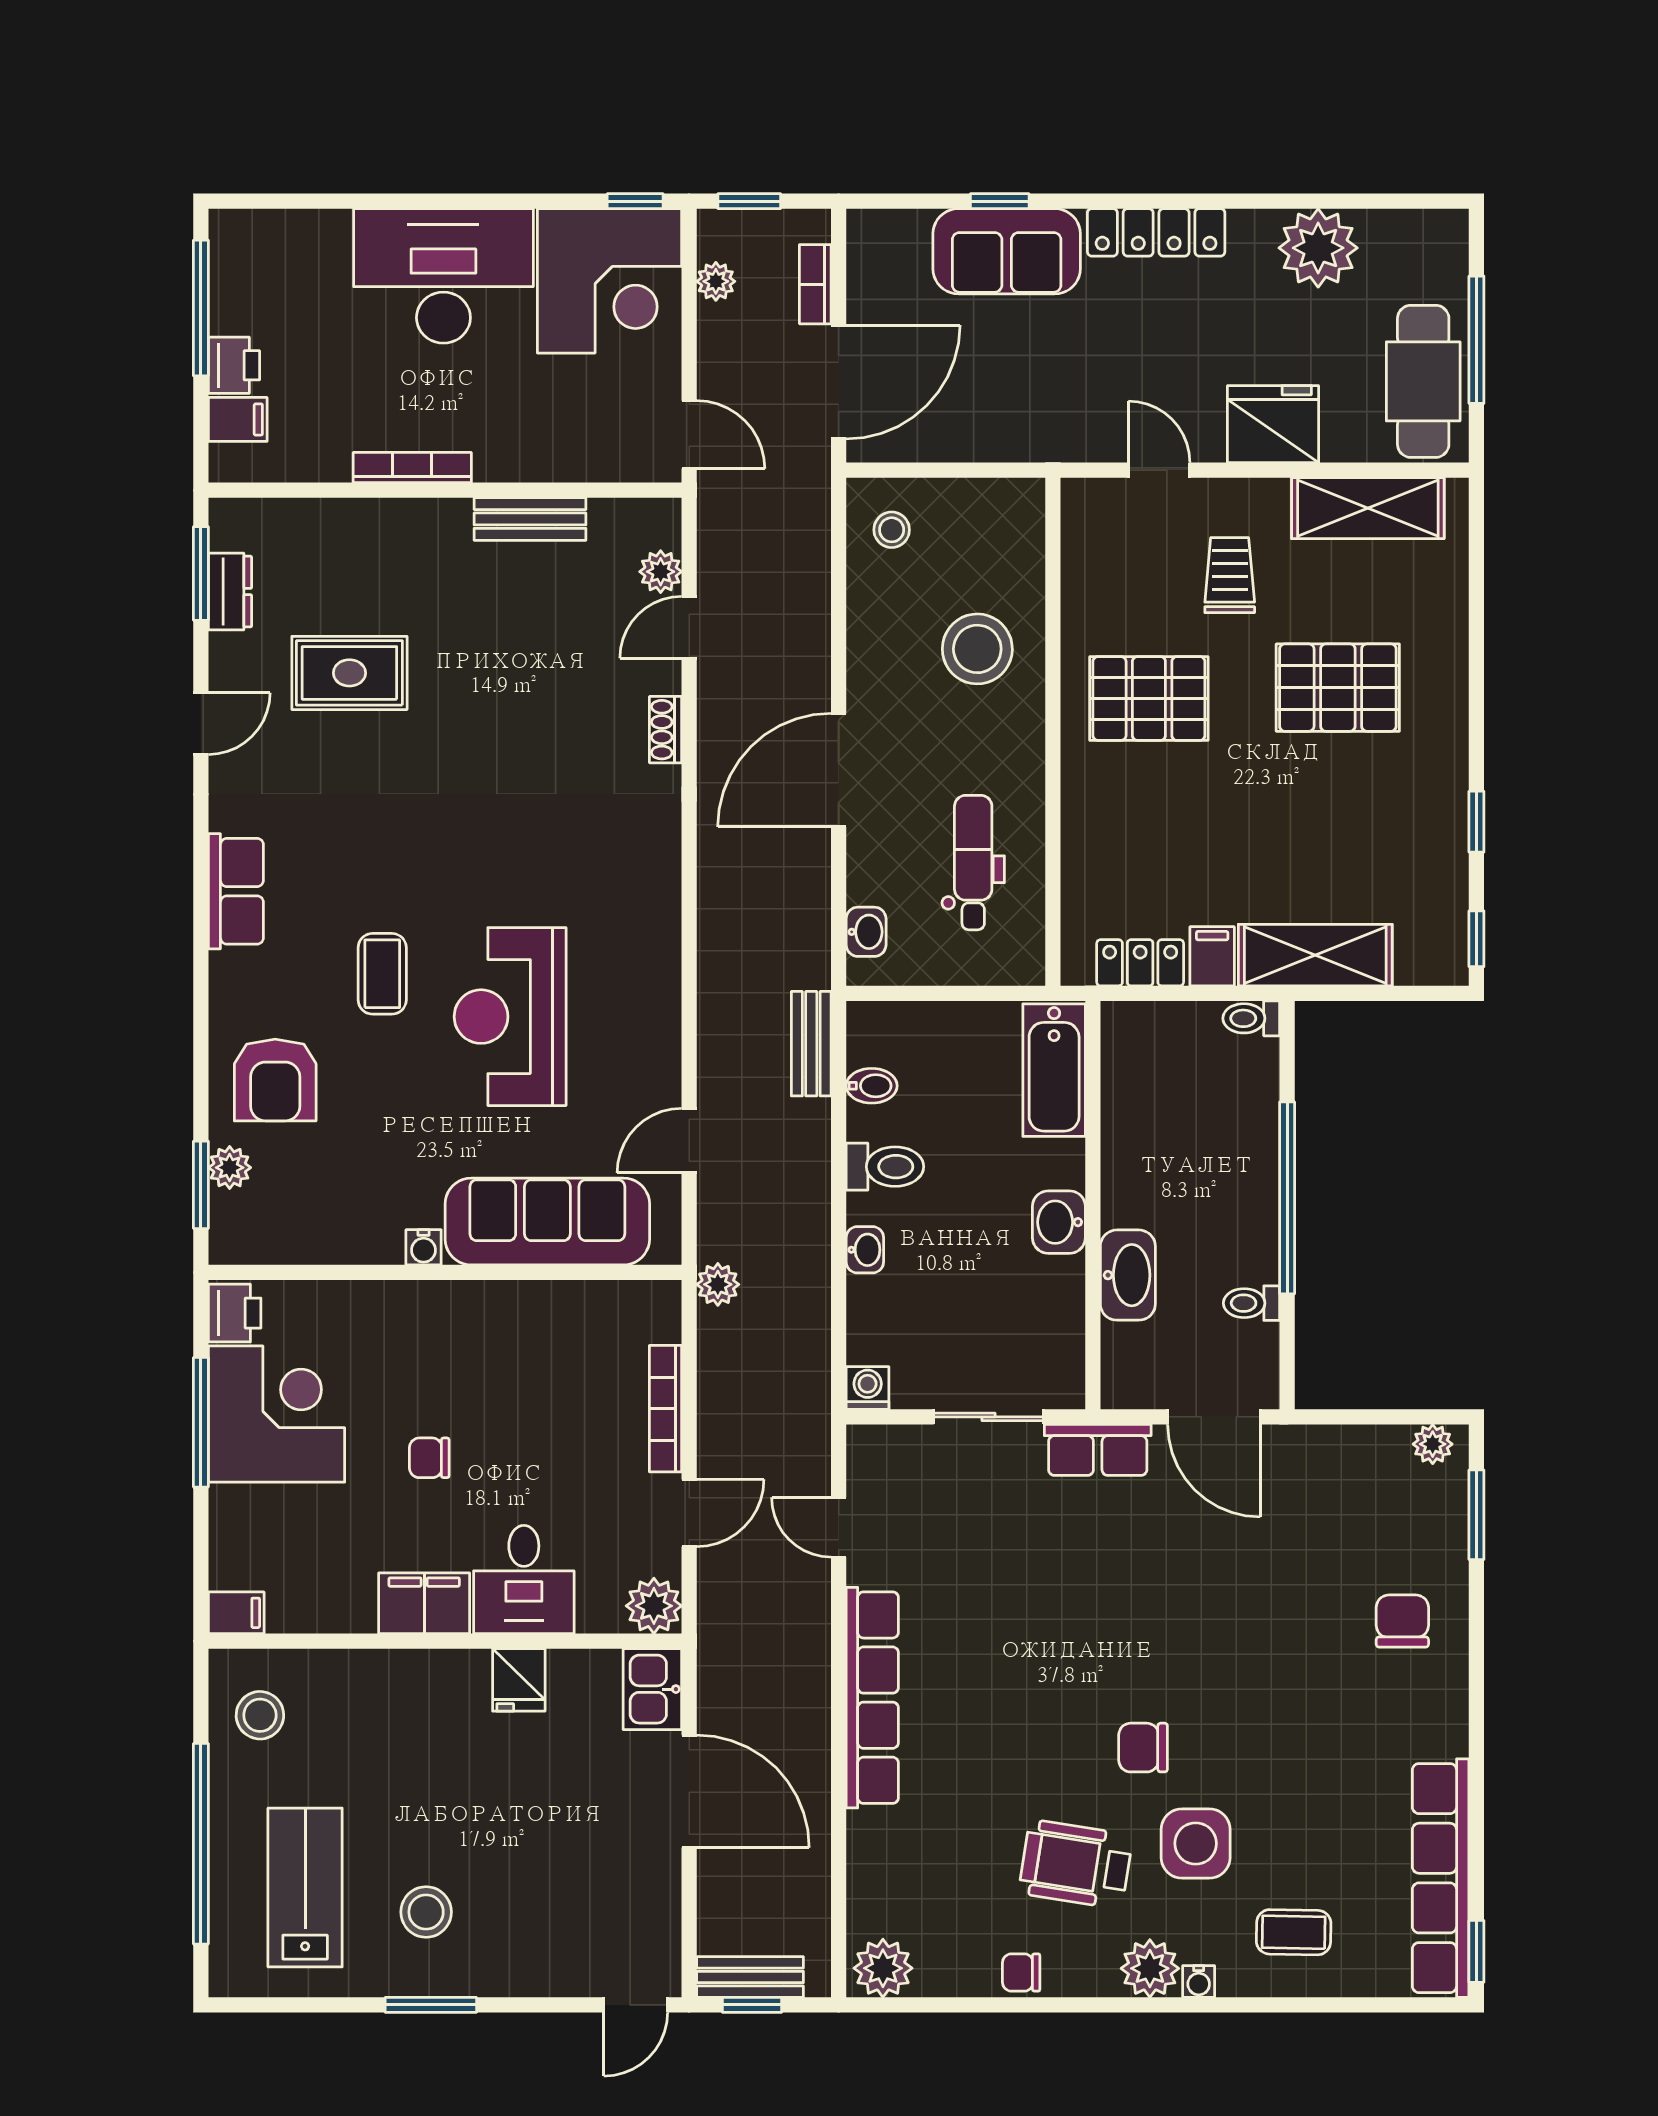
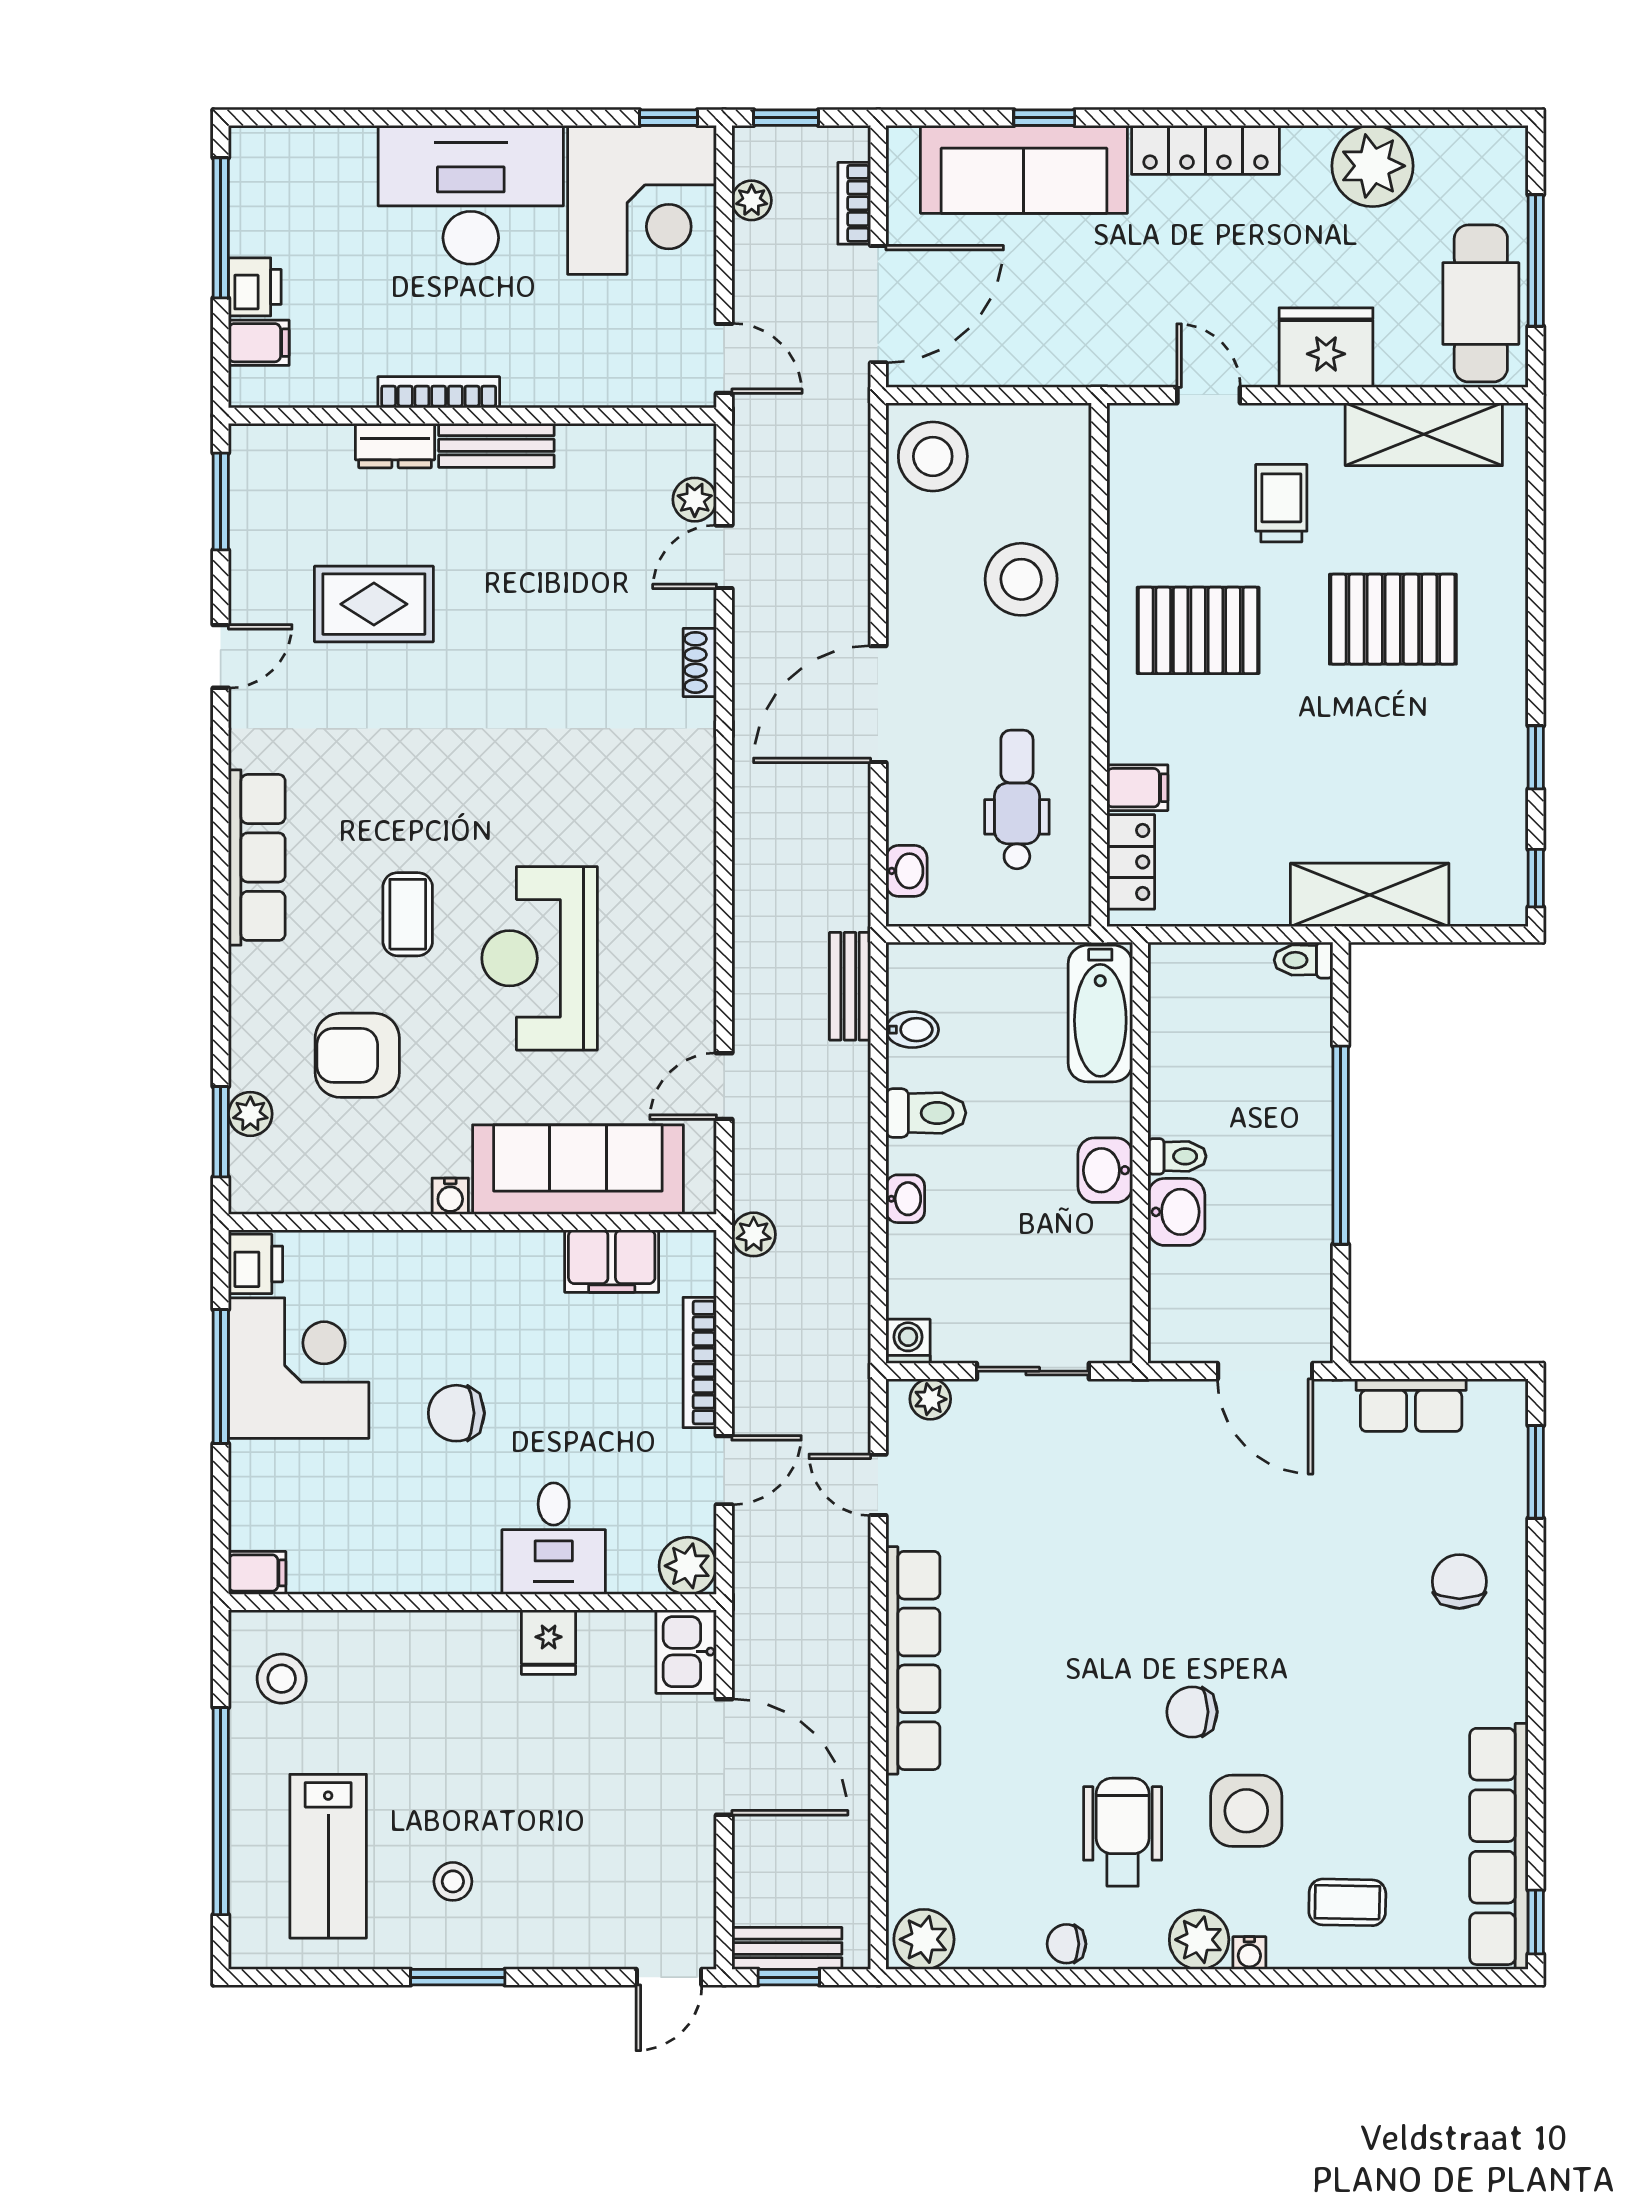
sofa: (1007, 251) -> (1024, 169), width x1.36
bench: (530, 519) -> (496, 445), moved
stool: (892, 530) -> (933, 456), width x1.89, depth x1.89
dresser: (230, 592) -> (395, 446), moved, turned 90
row of seats: (236, 891) -> (257, 857), width x1.48
filing cabinet: (1212, 956) -> (1137, 788), moved, turned 90
locker: (1140, 963) -> (1131, 862), moved, turned 90
armchair: (275, 1080) -> (357, 1055), moved, turned 90
washbasin: (1128, 1275) -> (1176, 1212), width x0.72
toilet: (1251, 1303) -> (1177, 1156), moved, turned 180
plant: (1433, 1444) -> (930, 1399), moved
row of seats: (1098, 1450) -> (1411, 1405), moved
chair: (429, 1458) -> (456, 1413), width x1.37, depth x1.37
filing cabinet: (424, 1603) -> (612, 1261), moved, turned 180
wheelchair: (1076, 1864) -> (1123, 1832), turned 81
lab bench: (305, 1888) -> (328, 1856), turned 180
stool: (426, 1912) -> (453, 1881), width x0.73, depth x0.73

